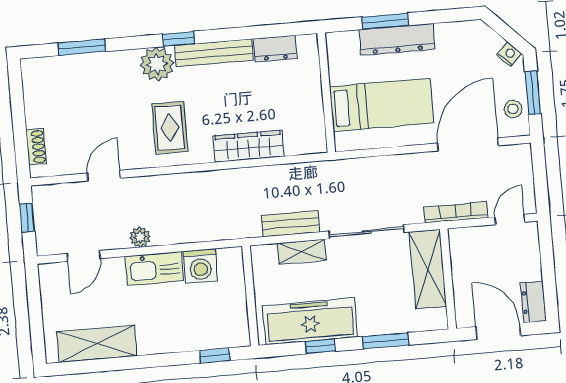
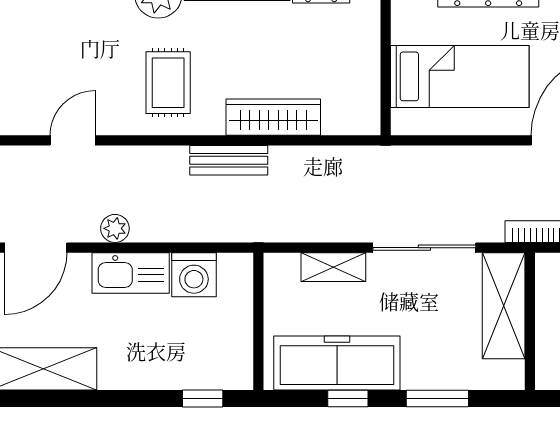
bench: (290, 224) -> (229, 160), moved
door: (84, 256) -> (36, 248), width x1.38

